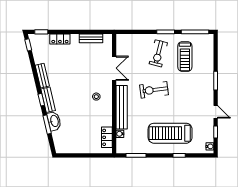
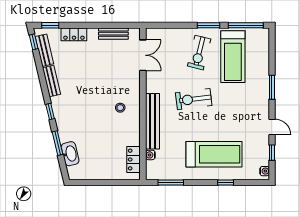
treadmill: (185, 56) -> (233, 57), width x1.37, depth x1.38
double door: (114, 68) -> (143, 55), moved
bench: (48, 100) -> (44, 50), moved
washbasin: (54, 121) -> (70, 154), moved
treadmill: (170, 133) -> (214, 154), turned 180

